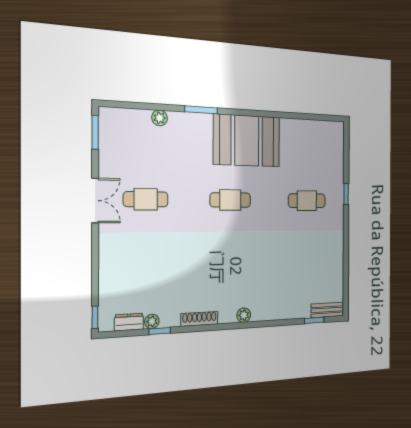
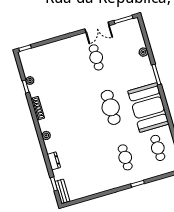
cafe table: (307, 147) -> (158, 148), added
cafe table: (230, 200) -> (111, 107), width x1.37, depth x1.35
double door: (95, 201) -> (97, 27), moved
dresser: (129, 322) -> (54, 161), moved

